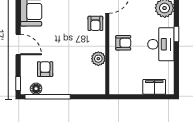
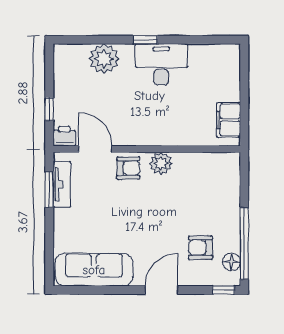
armchair: (123, 43) -> (159, 124), removed
plant: (98, 59) -> (161, 163), moved
filing cabinet: (154, 87) -> (229, 120), moved

